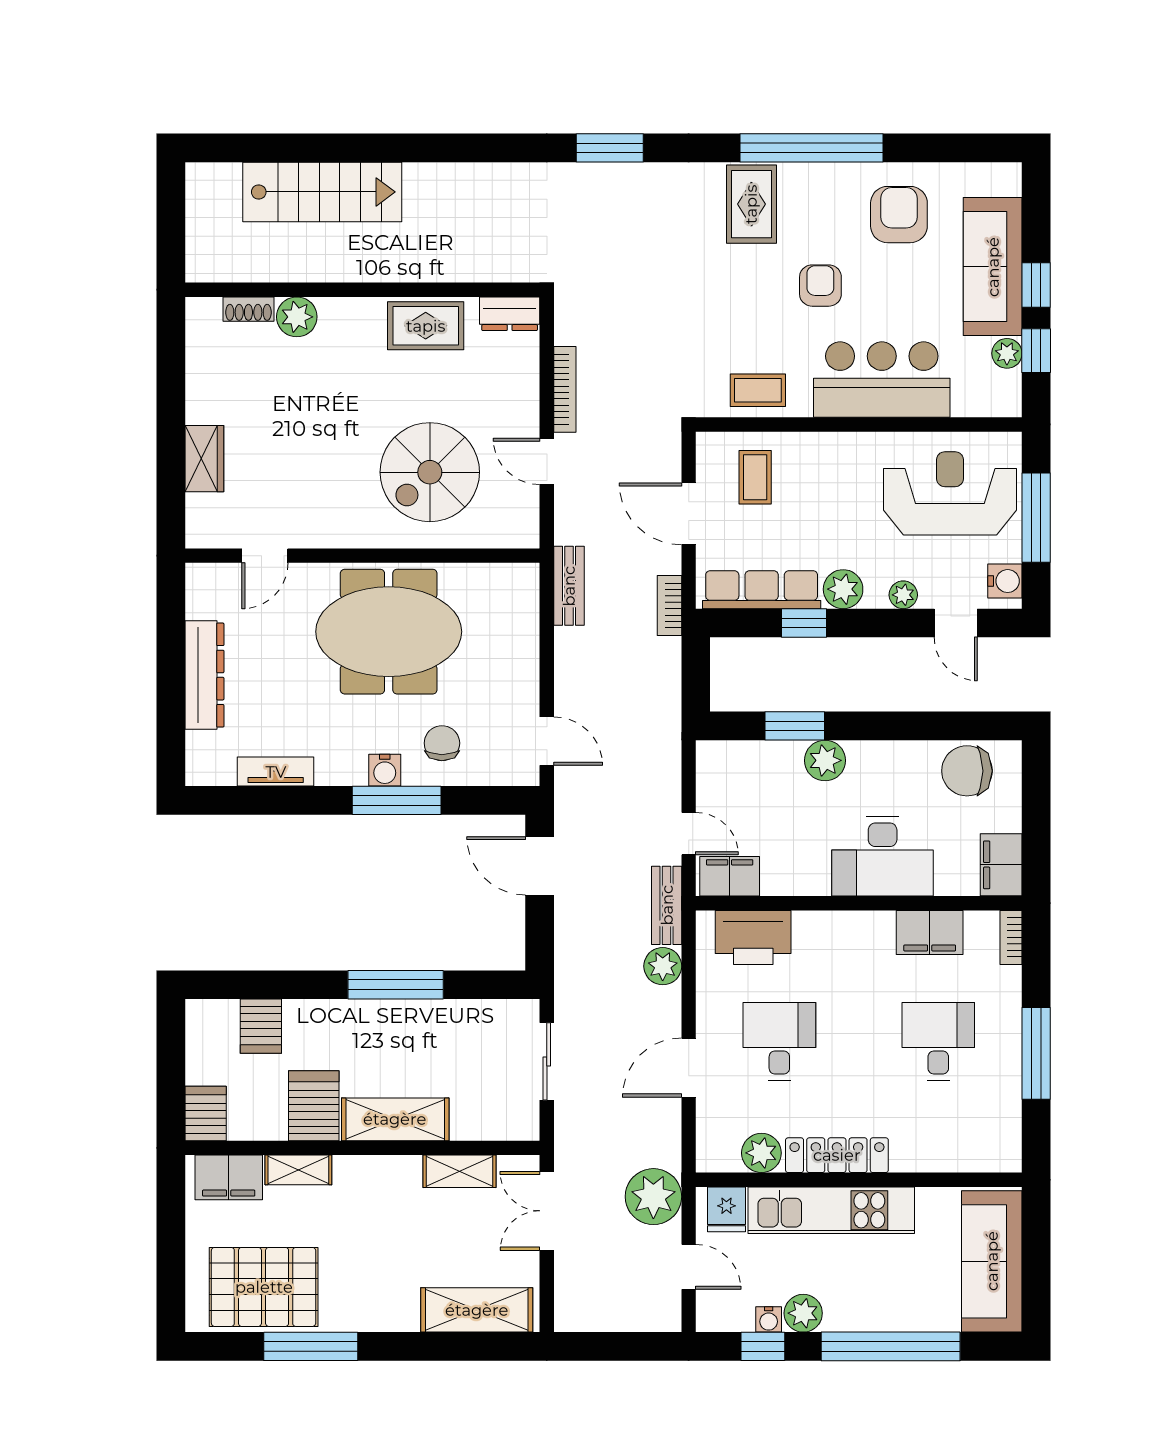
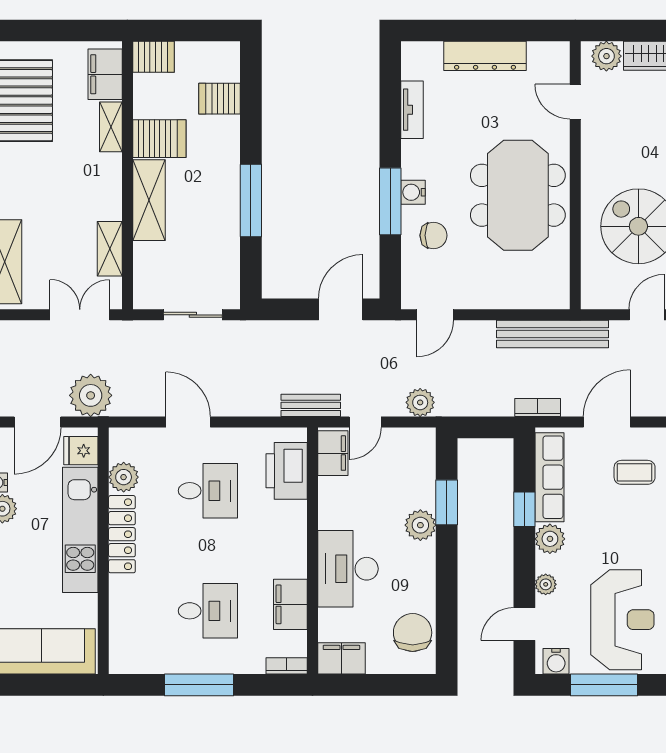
plant: (205, 514) -> (606, 56), added
bench: (569, 586) -> (553, 334), width x1.86, depth x1.21
plant: (663, 966) -> (420, 402), moved
door: (689, 1267) -> (37, 422), width x1.38

